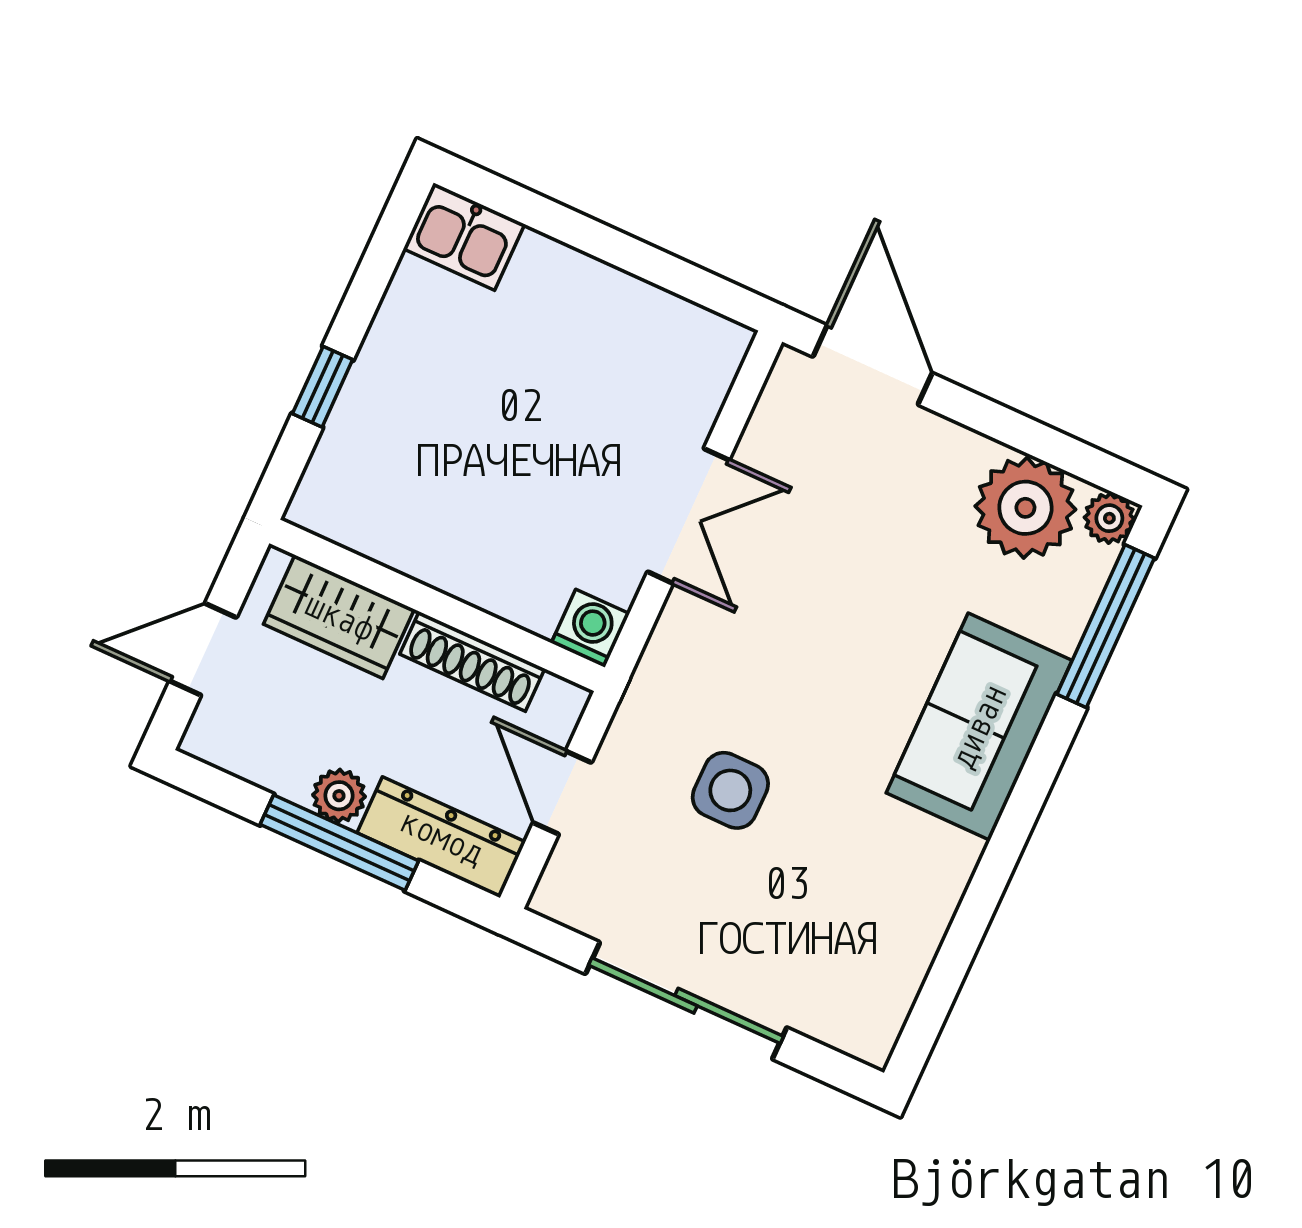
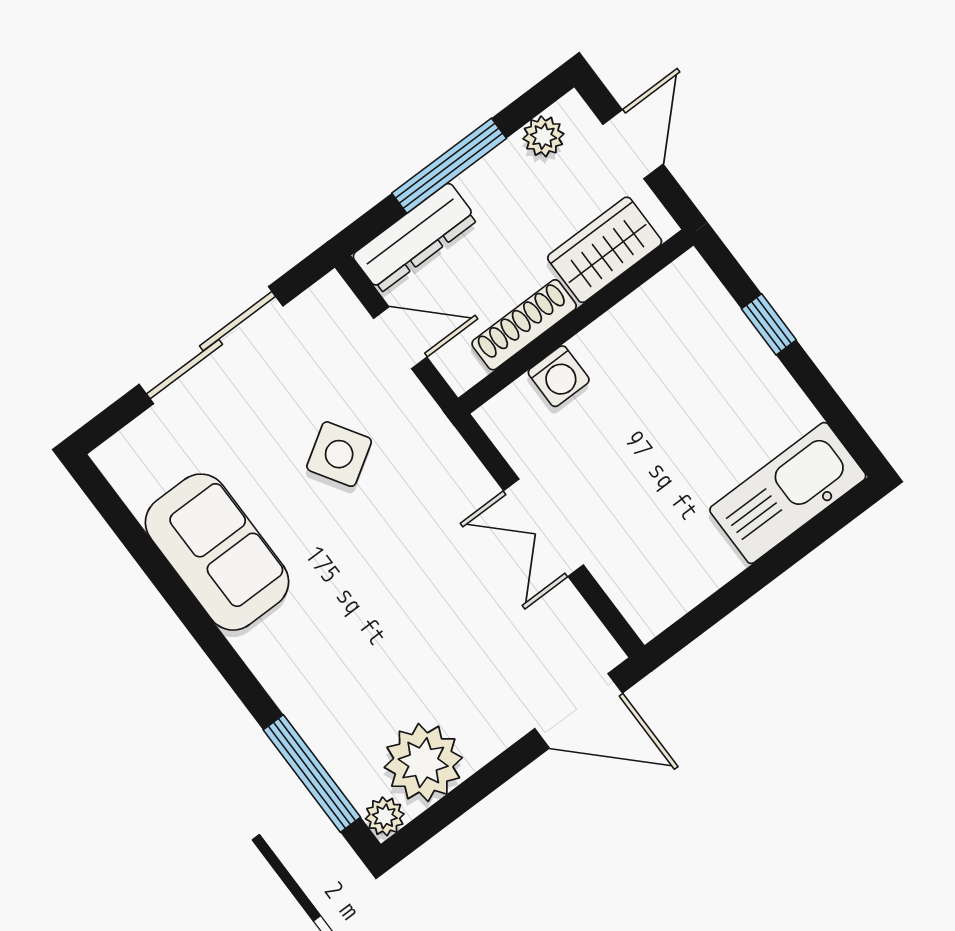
kitchen sink: (464, 236) -> (788, 493), width x1.88, depth x1.24
washing machine: (590, 628) -> (559, 376), moved
sofa: (979, 727) -> (217, 552), moved
side table: (730, 790) -> (339, 454), turned -32
plant: (339, 796) -> (543, 136), moved

